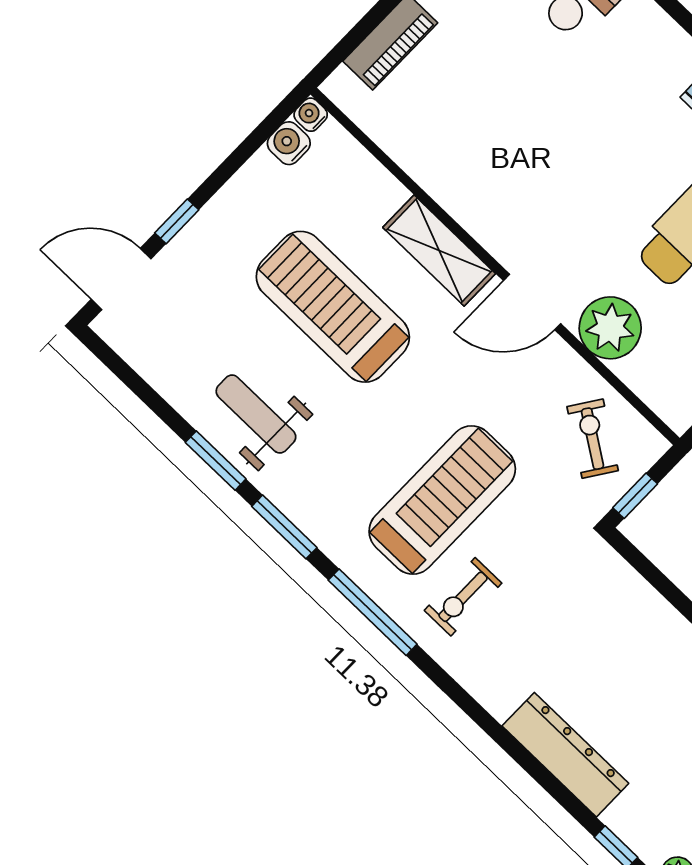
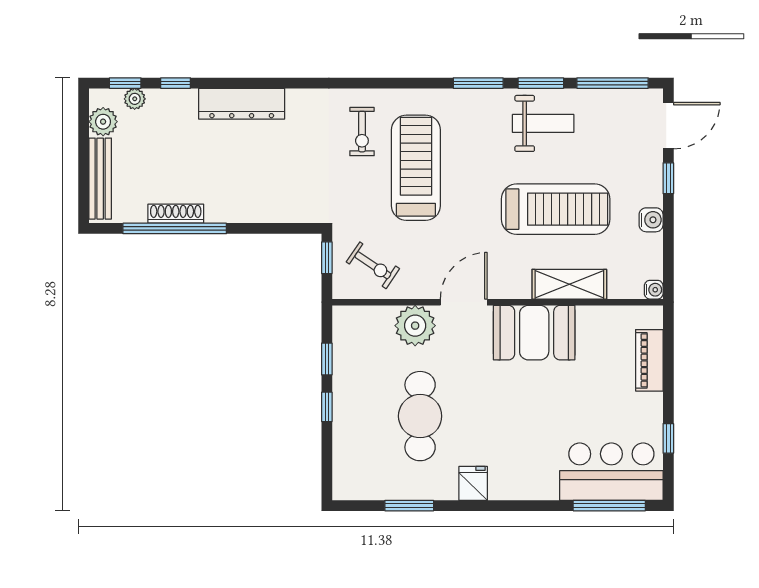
water cooler: (289, 143) -> (651, 220), moved
booth: (487, 194) -> (534, 333), added
shelving: (439, 251) -> (569, 284), moved
treadmill: (442, 500) -> (416, 168), turned 180
exercise bike: (463, 597) -> (362, 132), turned 180
window: (373, 612) -> (613, 83), moved

